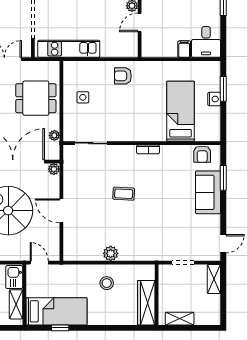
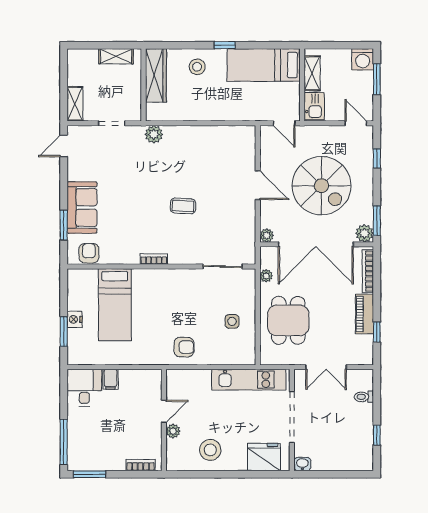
dining table: (36, 98) -> (288, 320), turned 90
plant: (111, 253) -> (154, 134), moved
stool: (107, 283) -> (197, 67), moved
window: (60, 328) -> (225, 45), moved

